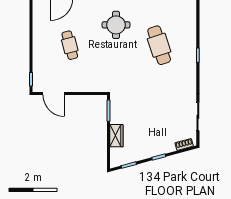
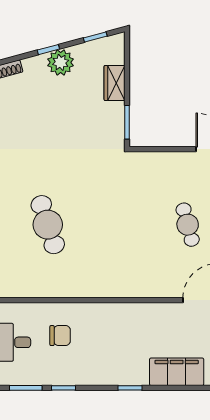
round table: (116, 25) -> (115, 256), removed
plant: (151, 149) -> (61, 62), added

